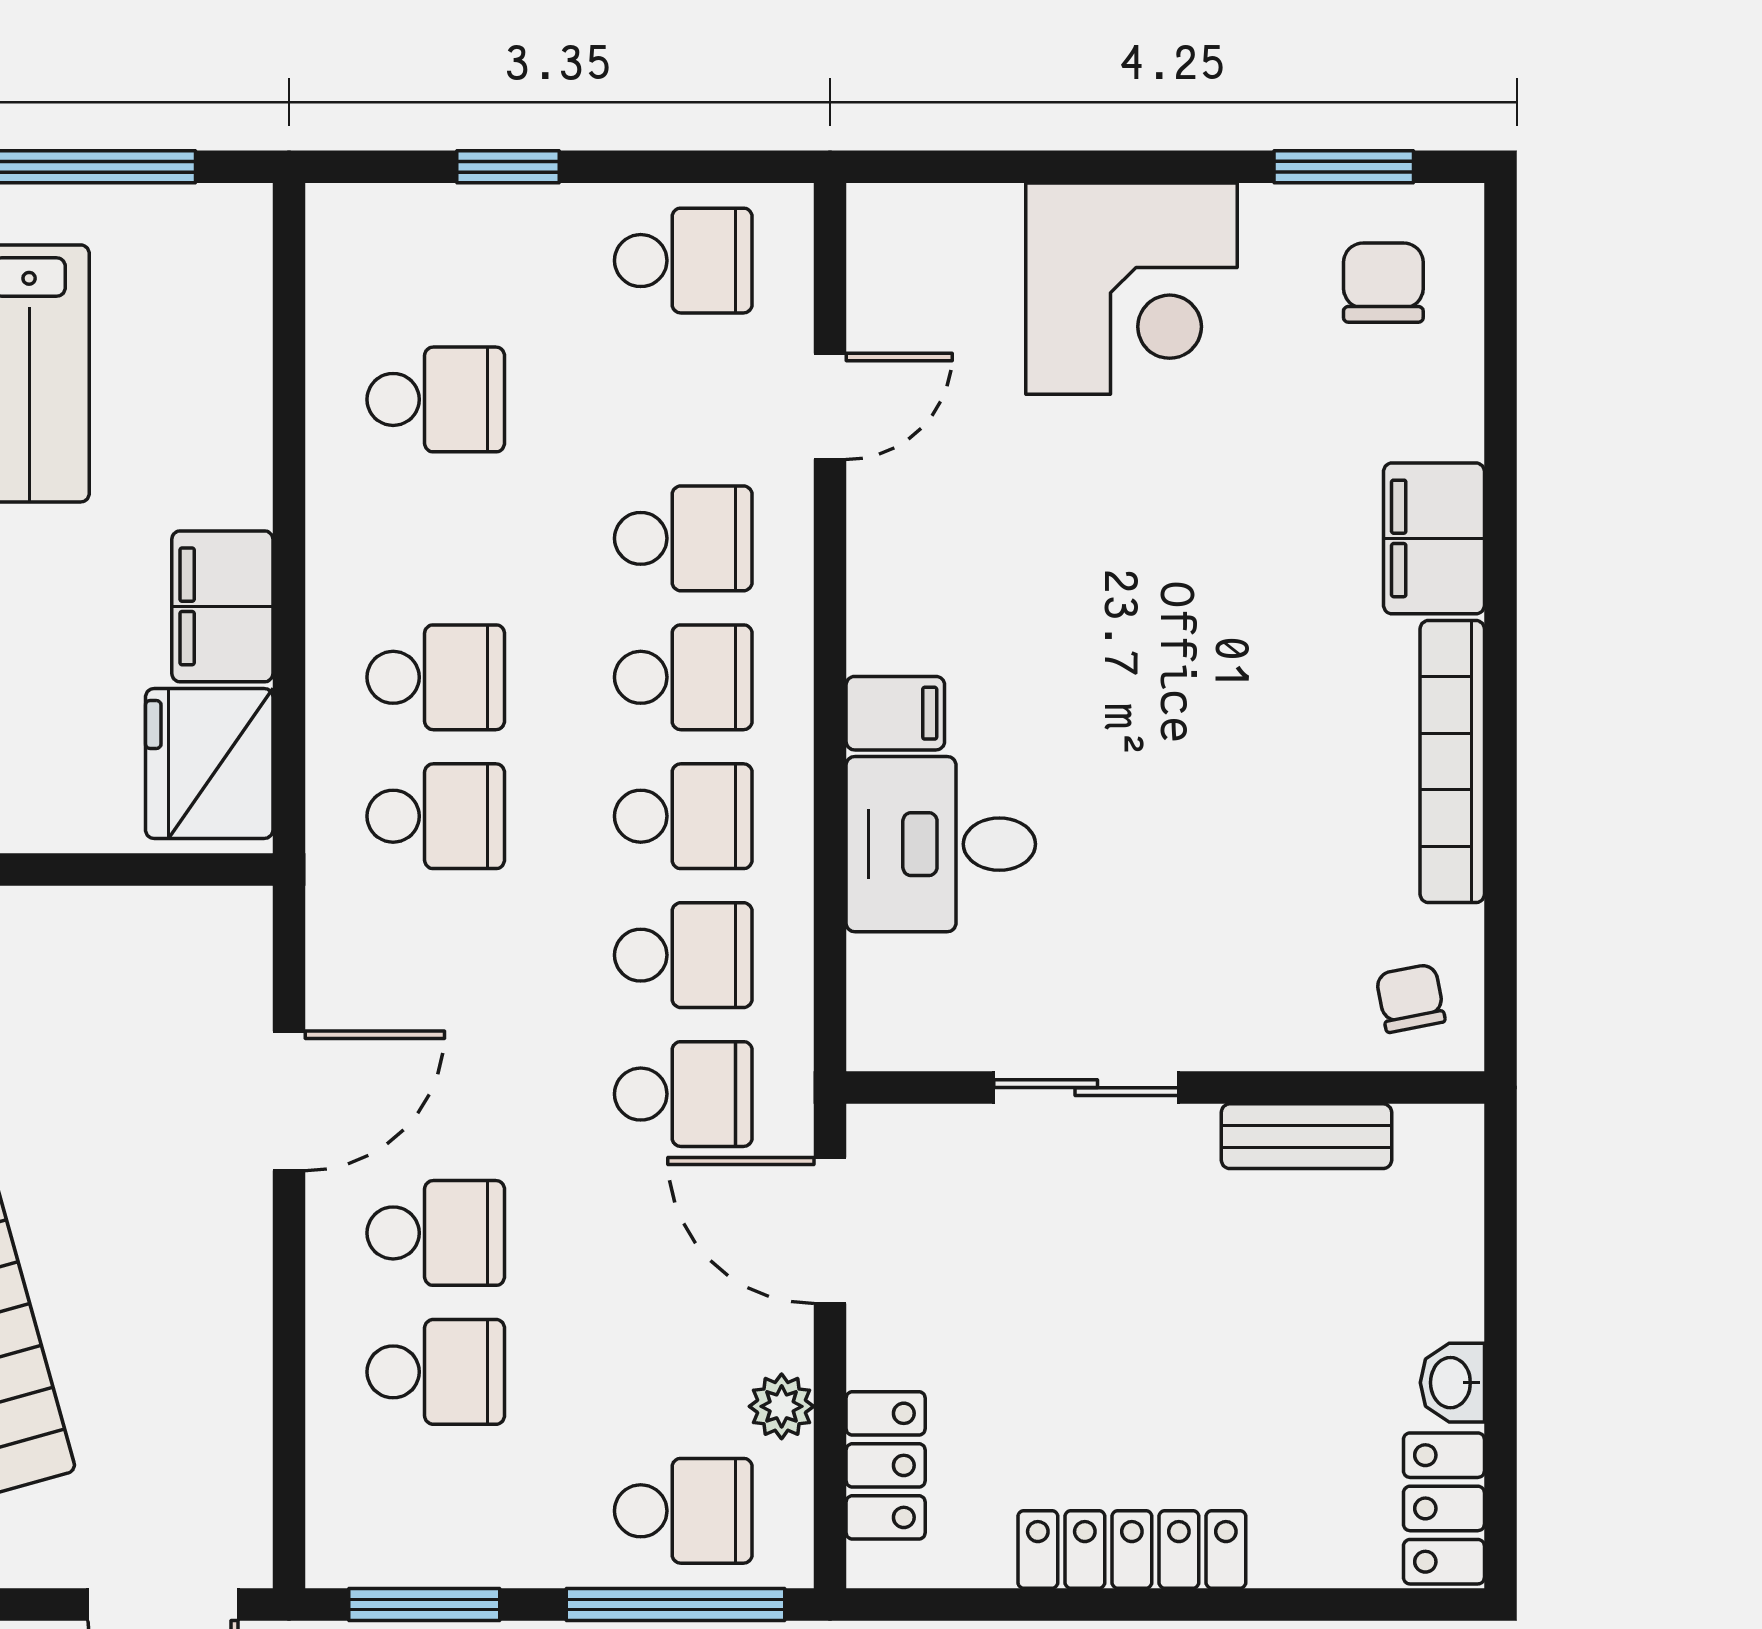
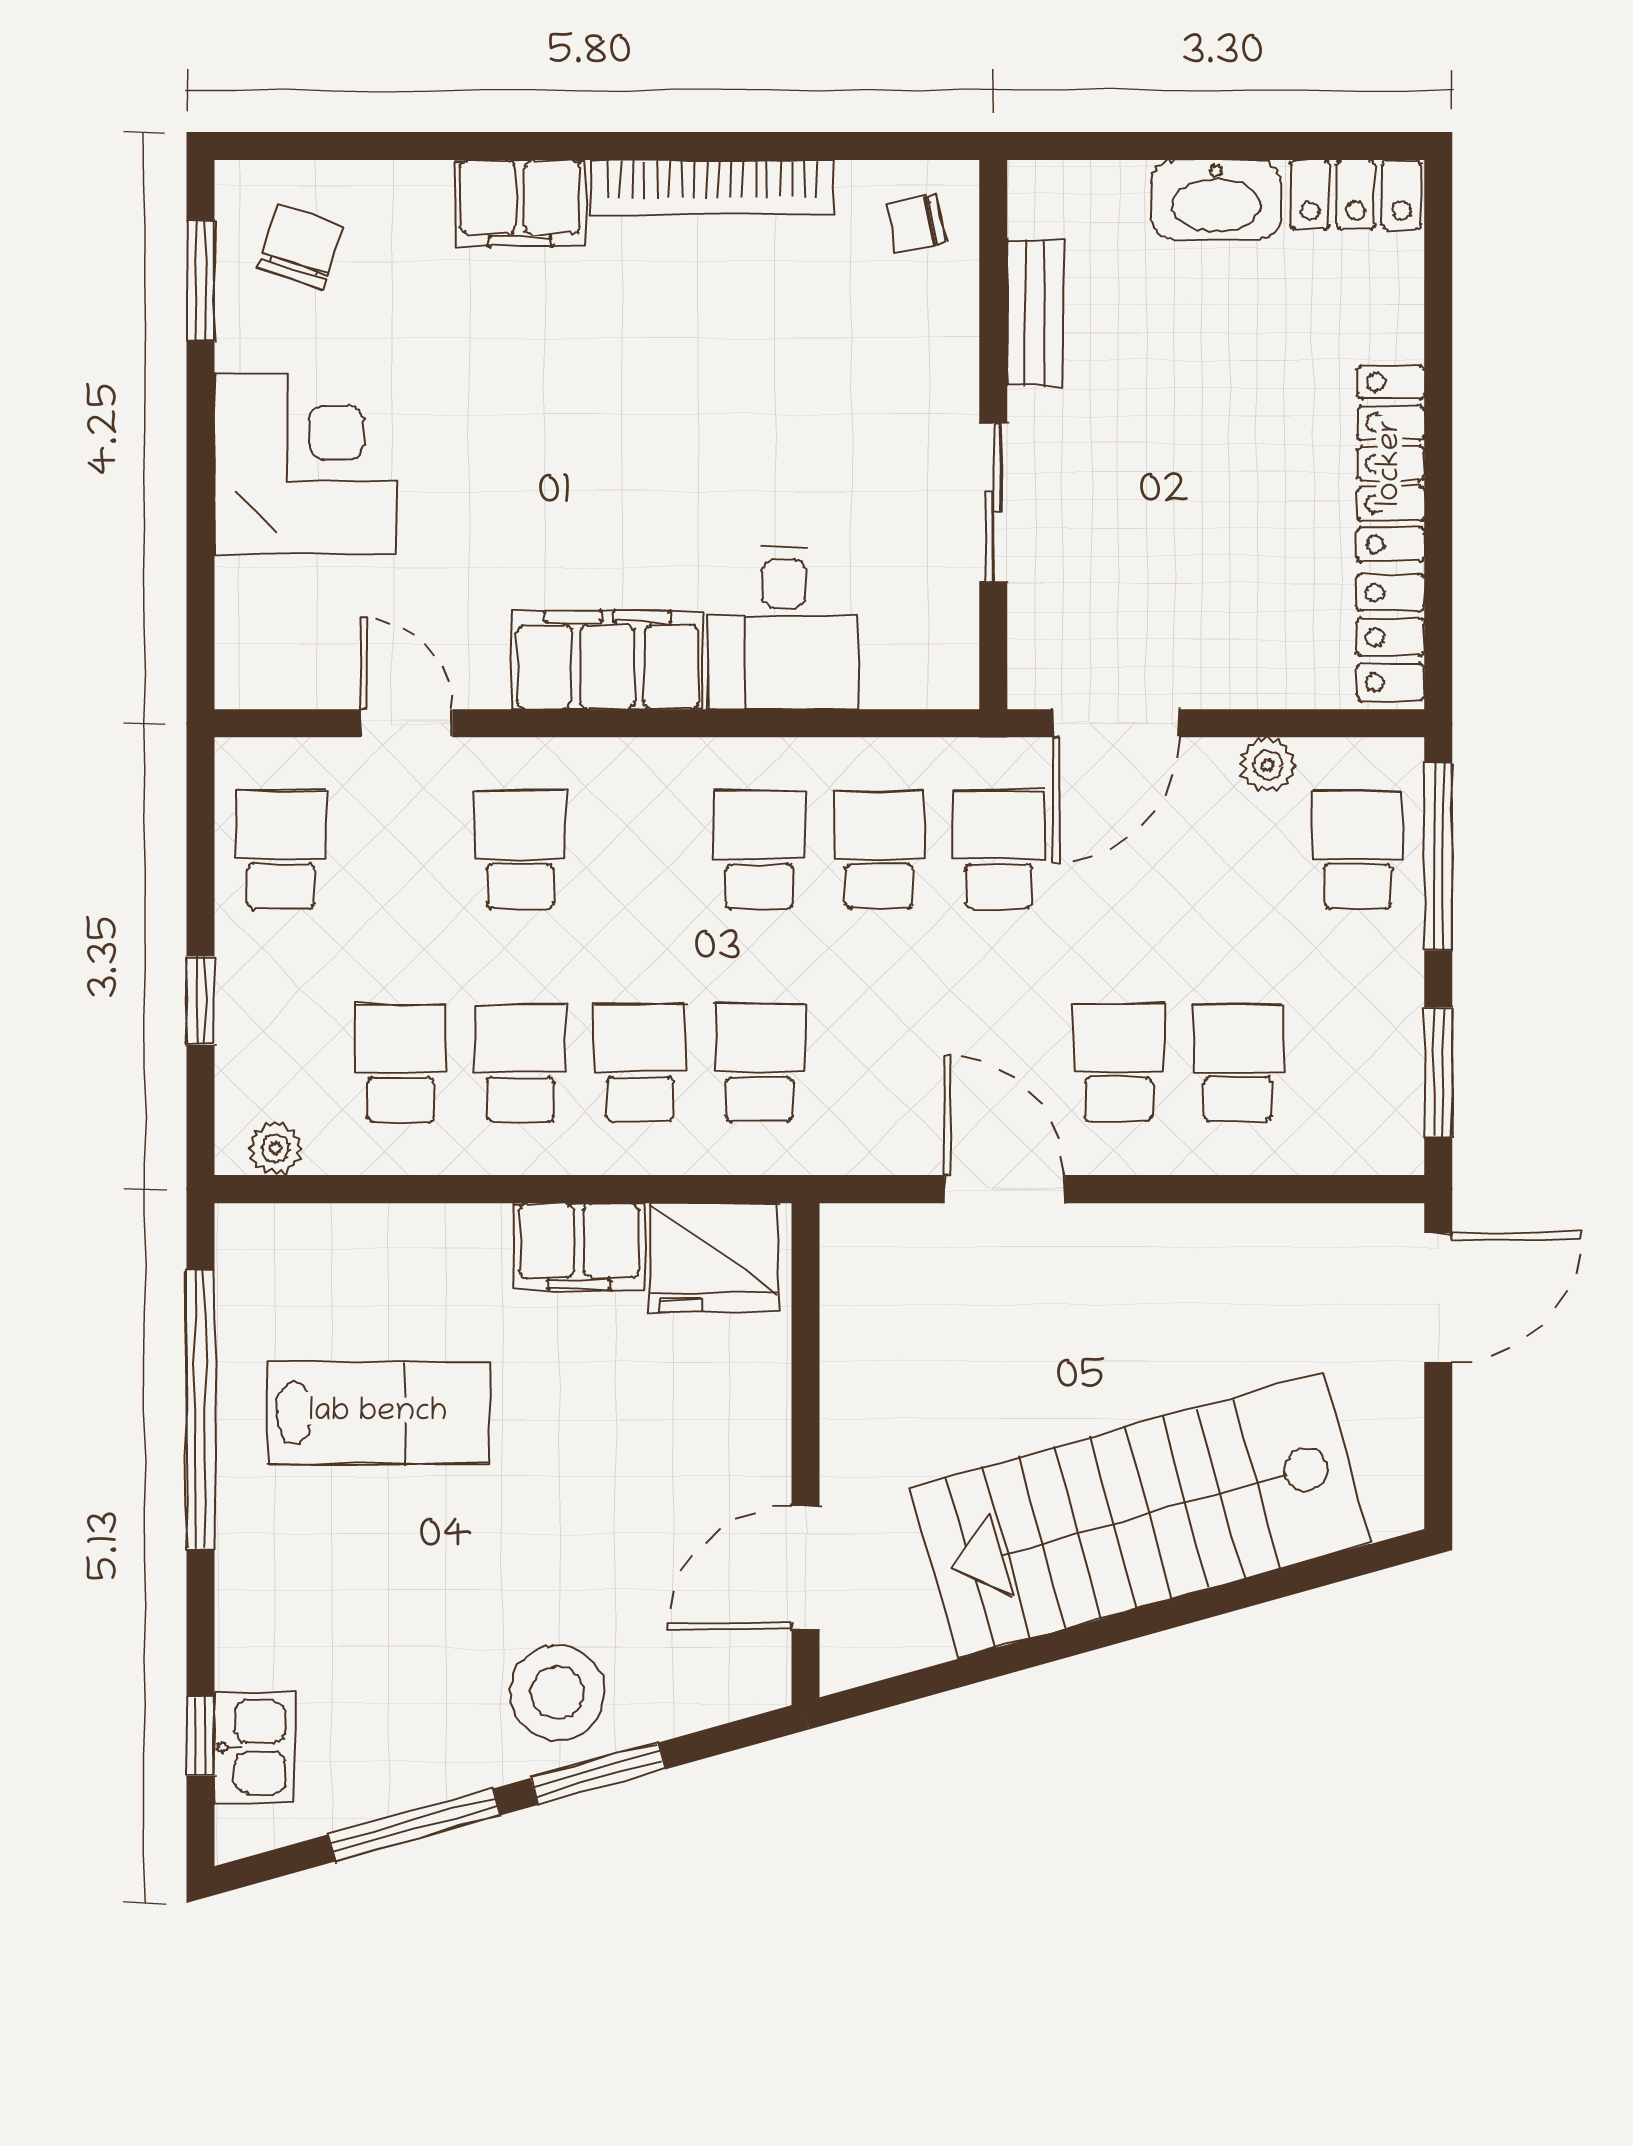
plant: (336, 254) -> (275, 1148), added
chair: (1383, 283) -> (300, 247), turned 108
school desk: (683, 677) -> (520, 1063), moved
filing cabinet: (895, 713) -> (607, 660), width x3.00, depth x1.17
washbasin: (1452, 1383) -> (1216, 200), width x1.91, depth x1.45
locker: (886, 1465) -> (1390, 637), moved, turned -90

